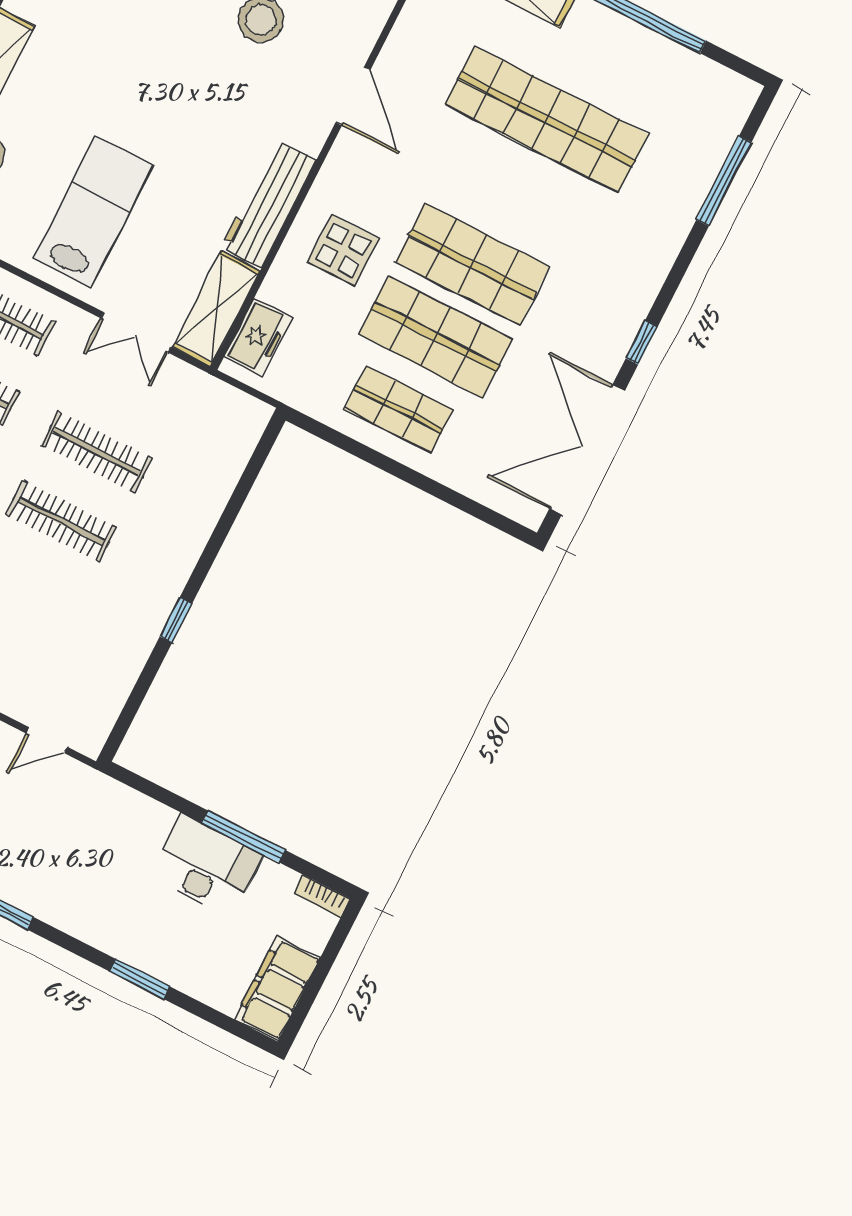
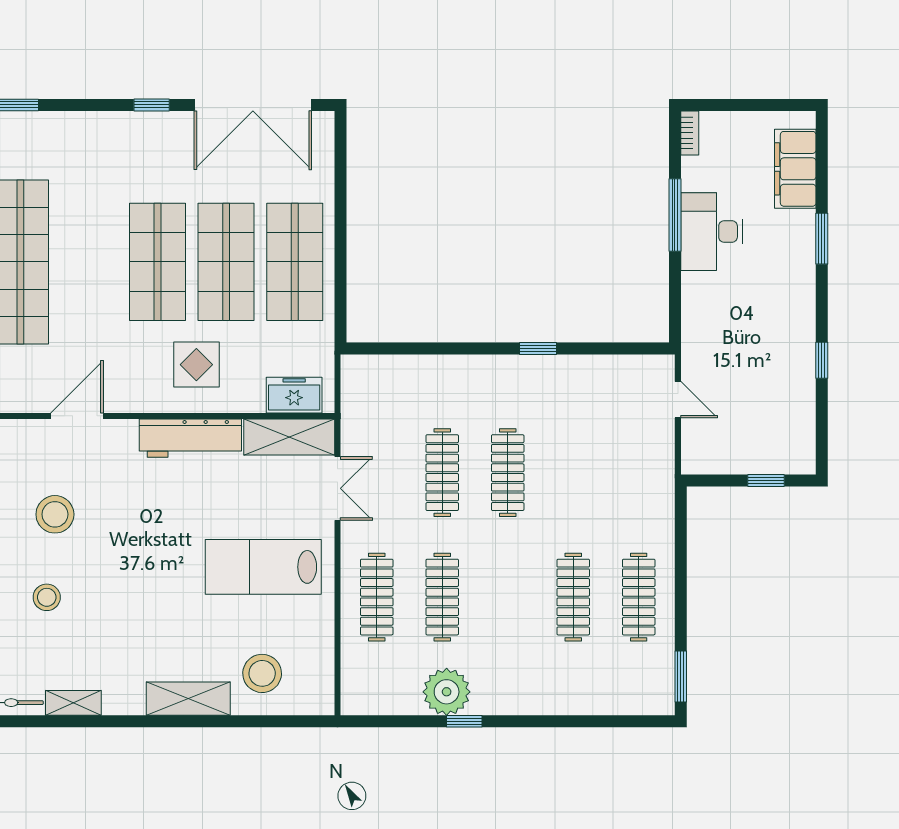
shop shelf: (399, 409) -> (295, 262), width x1.43, depth x1.36
filing cabinet: (277, 989) -> (795, 169), moved, turned 90

